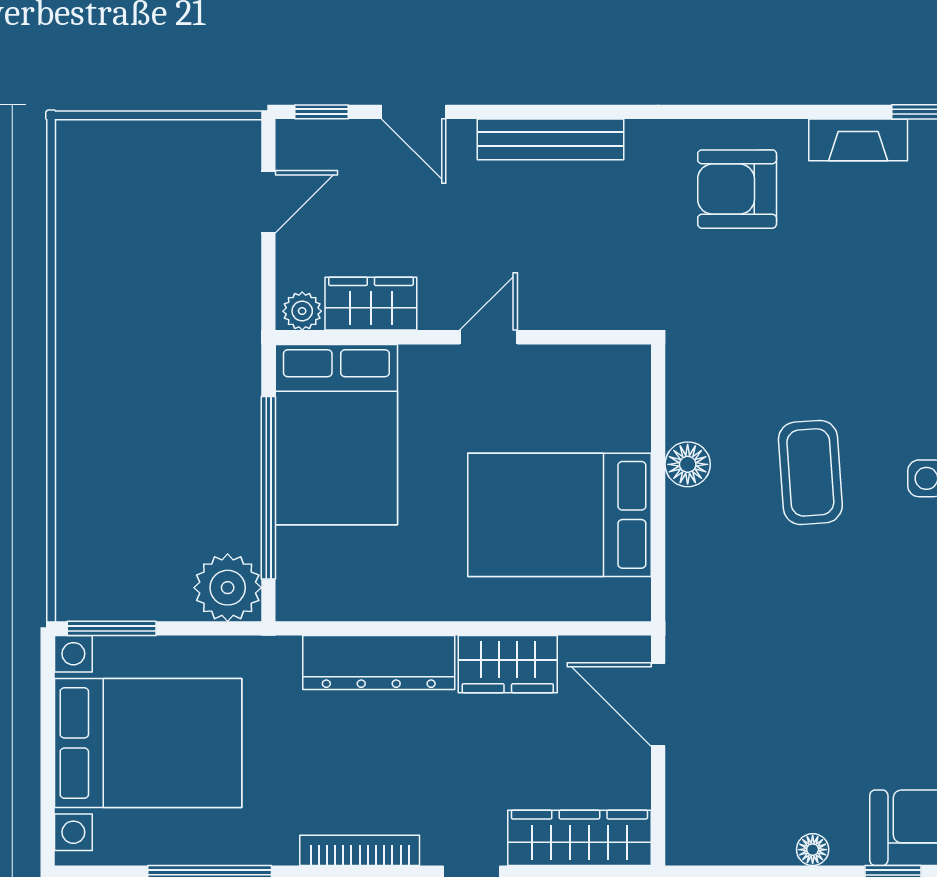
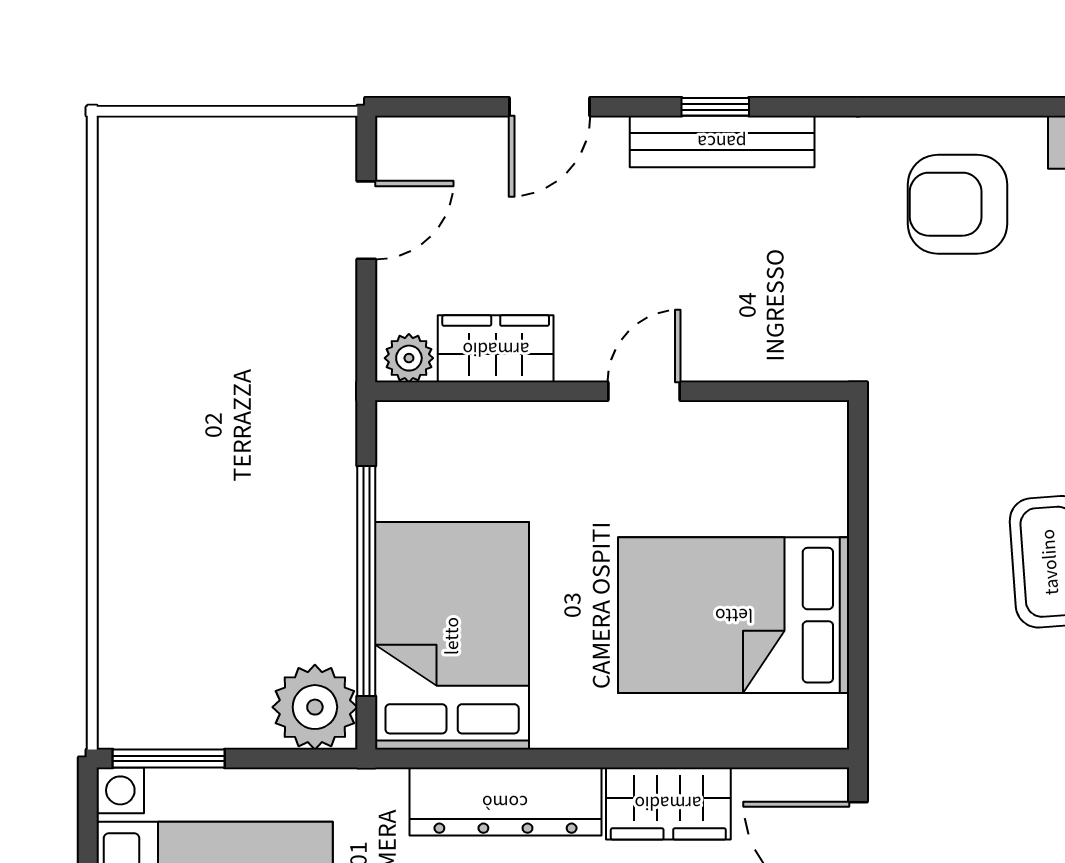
window: (321, 112) -> (715, 107), moved
door: (414, 112) -> (550, 107), hinge flipped
bed: (336, 435) -> (452, 636), moved, turned 180
floor lamp: (688, 464) -> (895, 551), removed

